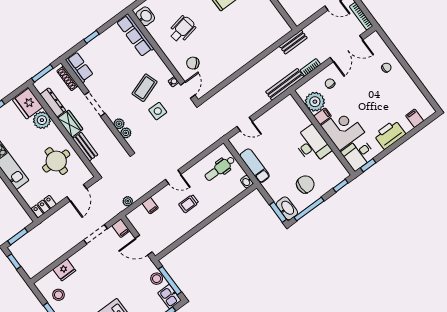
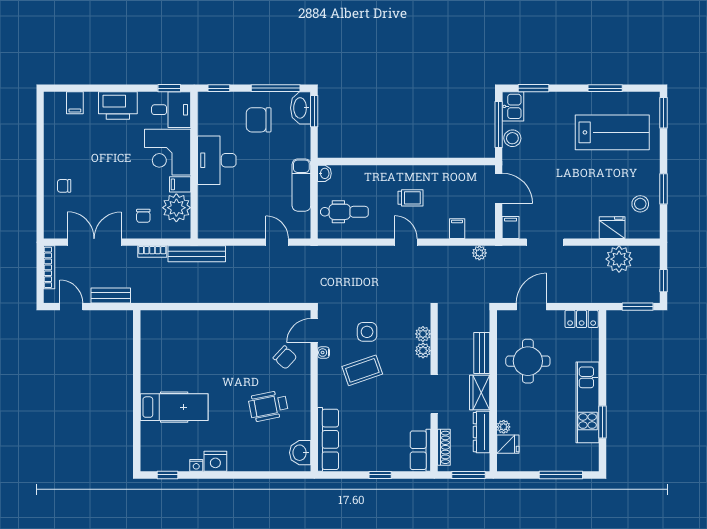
bench: (293, 42) -> (111, 296), moved
fridge: (28, 104) -> (508, 444), width x0.53, depth x0.75
plant: (42, 120) -> (504, 427), width x0.53, depth x0.53
plant: (47, 255) -> (619, 259), added

